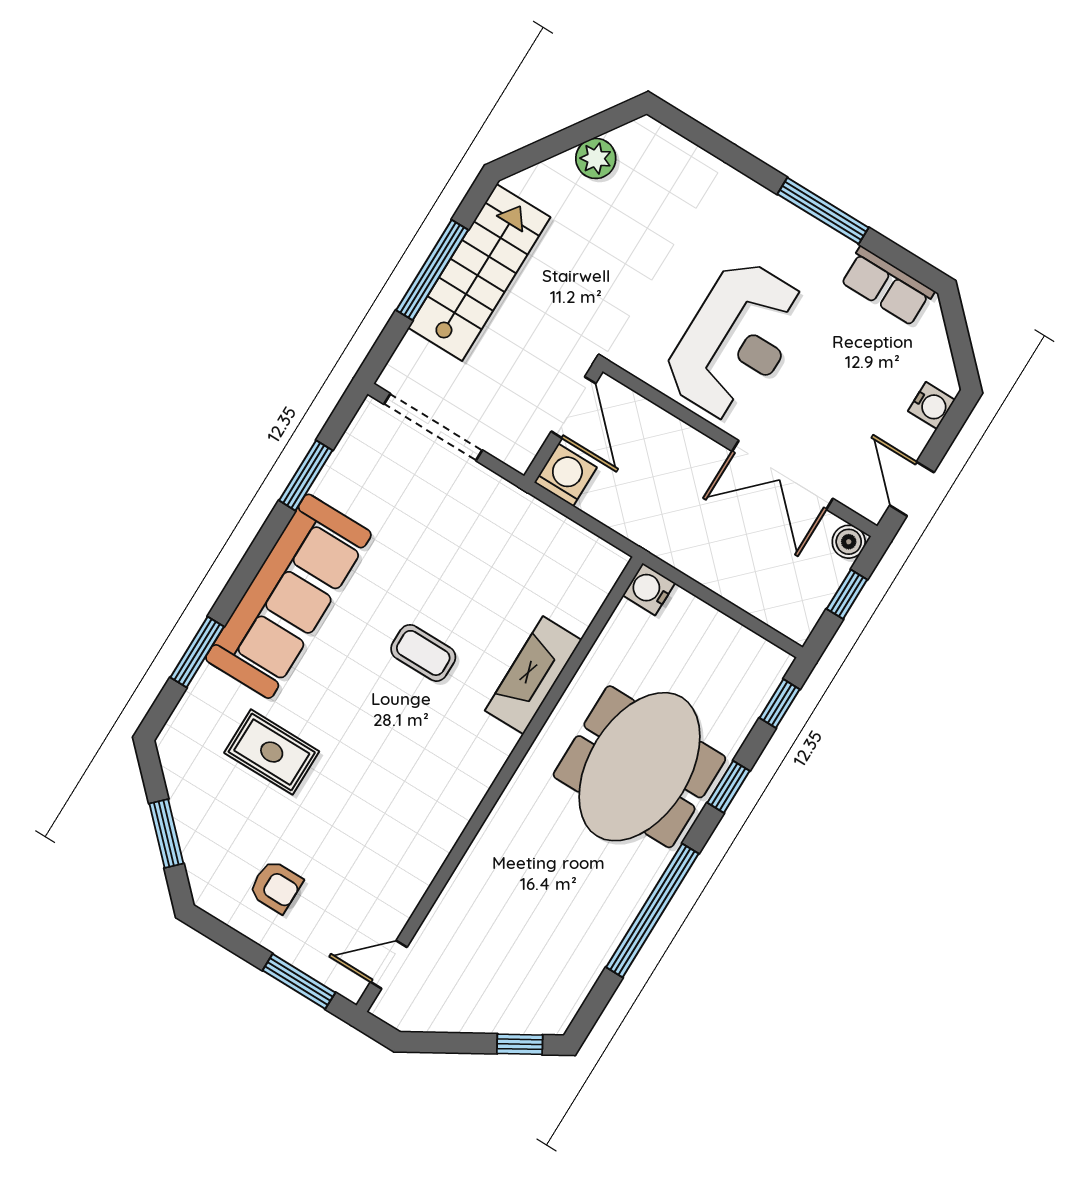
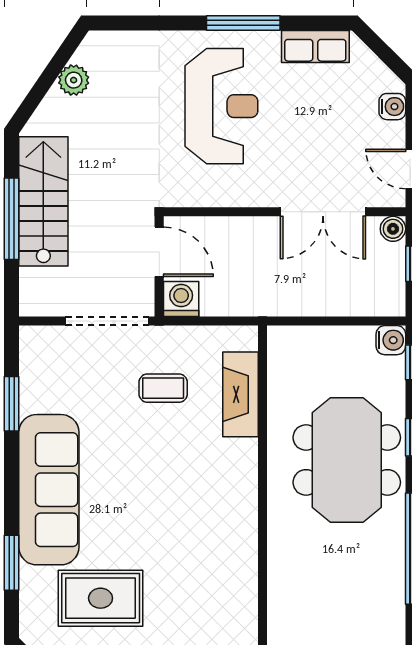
reception desk: (736, 341) -> (221, 106), moved
doorway: (433, 427) -> (107, 321), moved
water cooler: (649, 589) -> (391, 340), moved, turned 180
coffee table: (423, 653) -> (163, 388), moved
fireplace: (533, 675) -> (240, 394), moved
rug: (272, 752) -> (101, 598), width x1.36, depth x1.43

